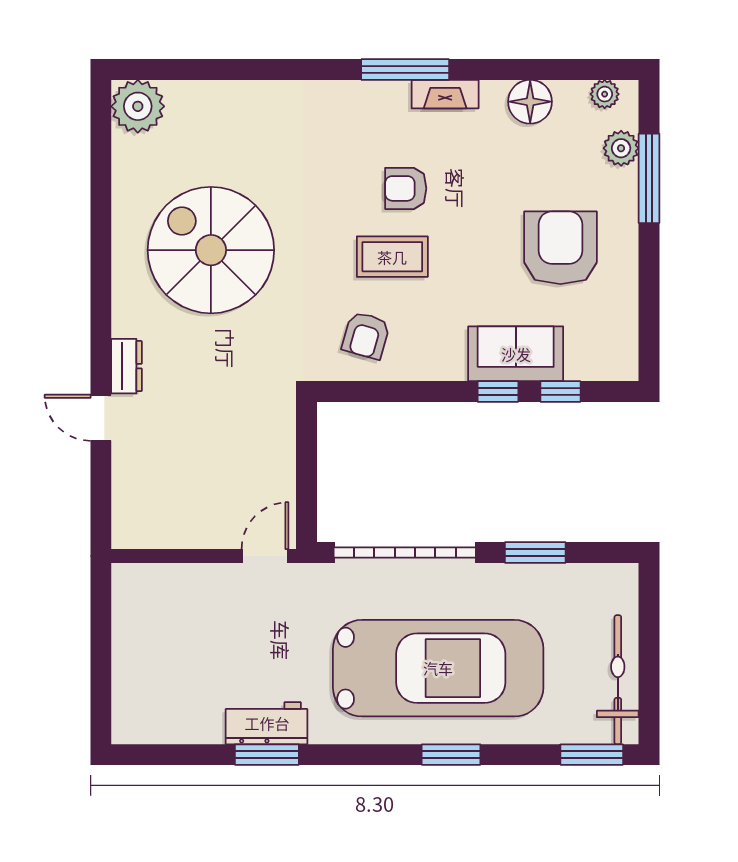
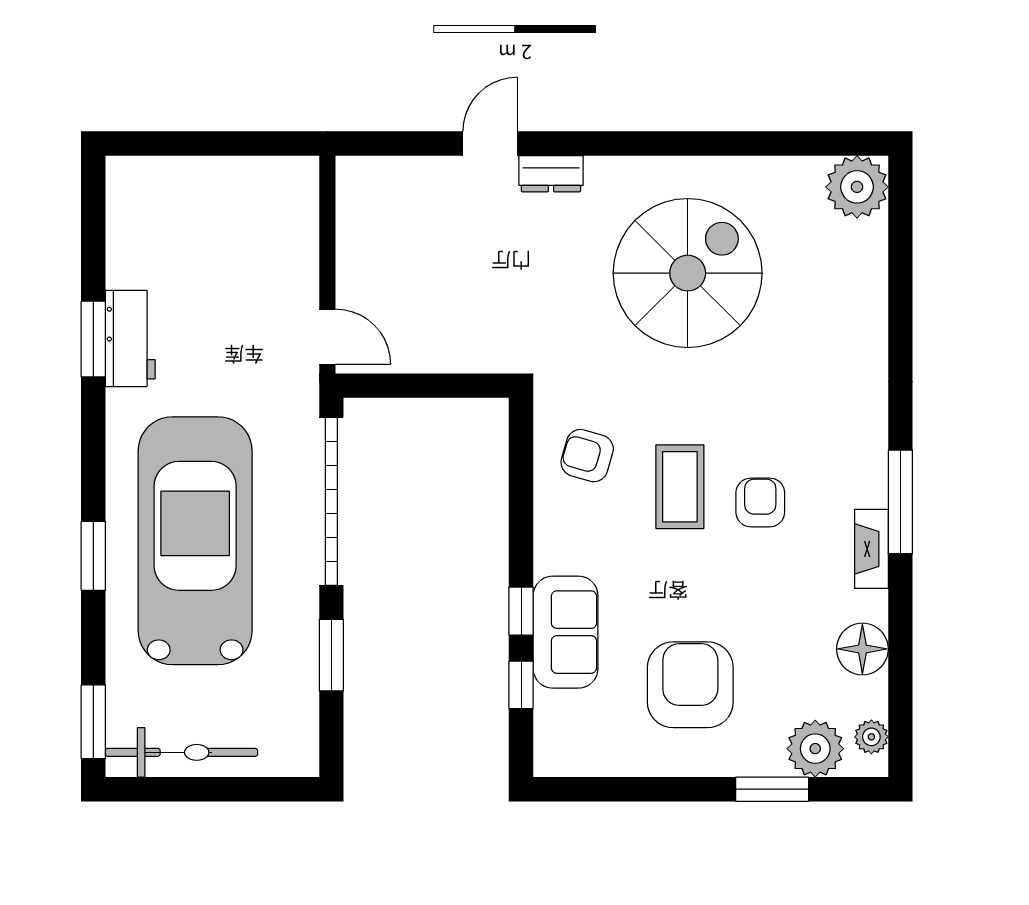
plant: (621, 148) -> (815, 749), width x1.36, depth x1.36
window: (649, 178) -> (772, 789), width x0.69
armchair: (560, 248) -> (690, 685), turned -90
car: (438, 668) -> (195, 541), turned 180

